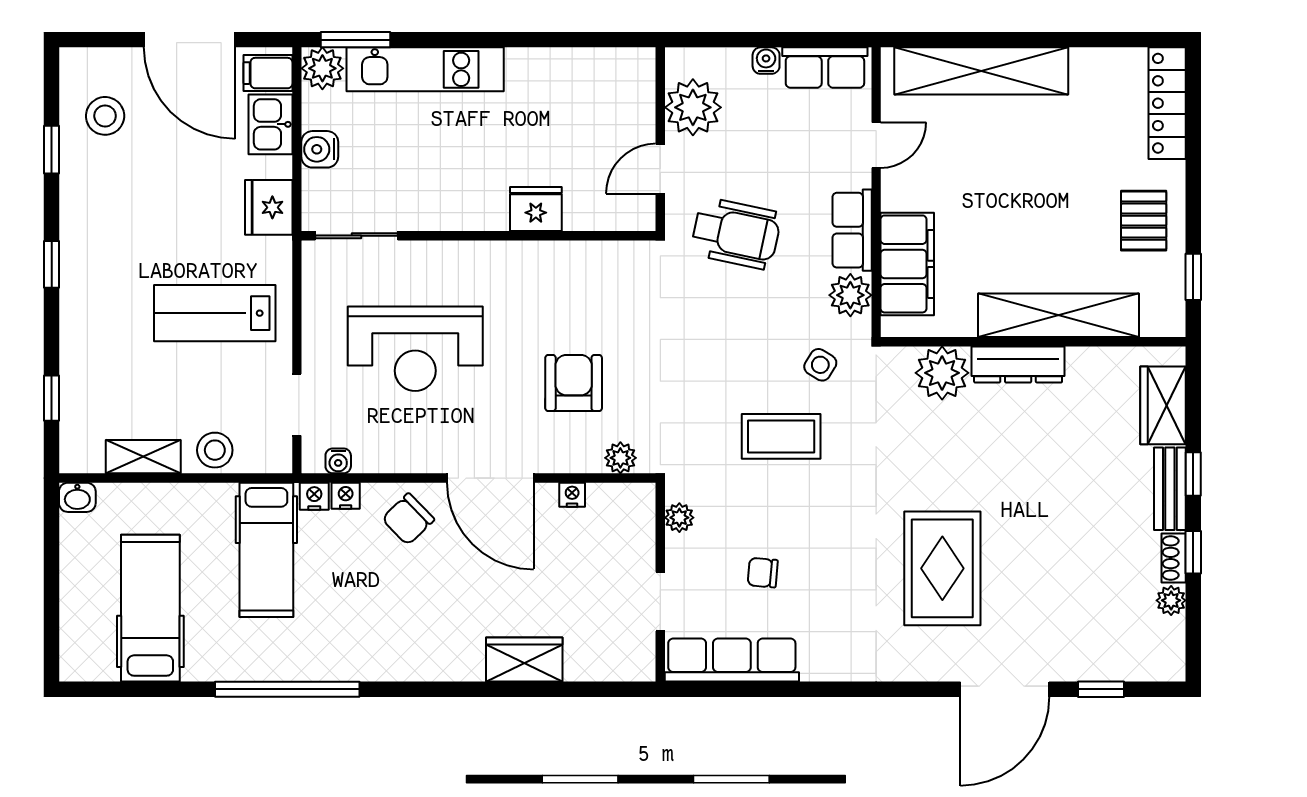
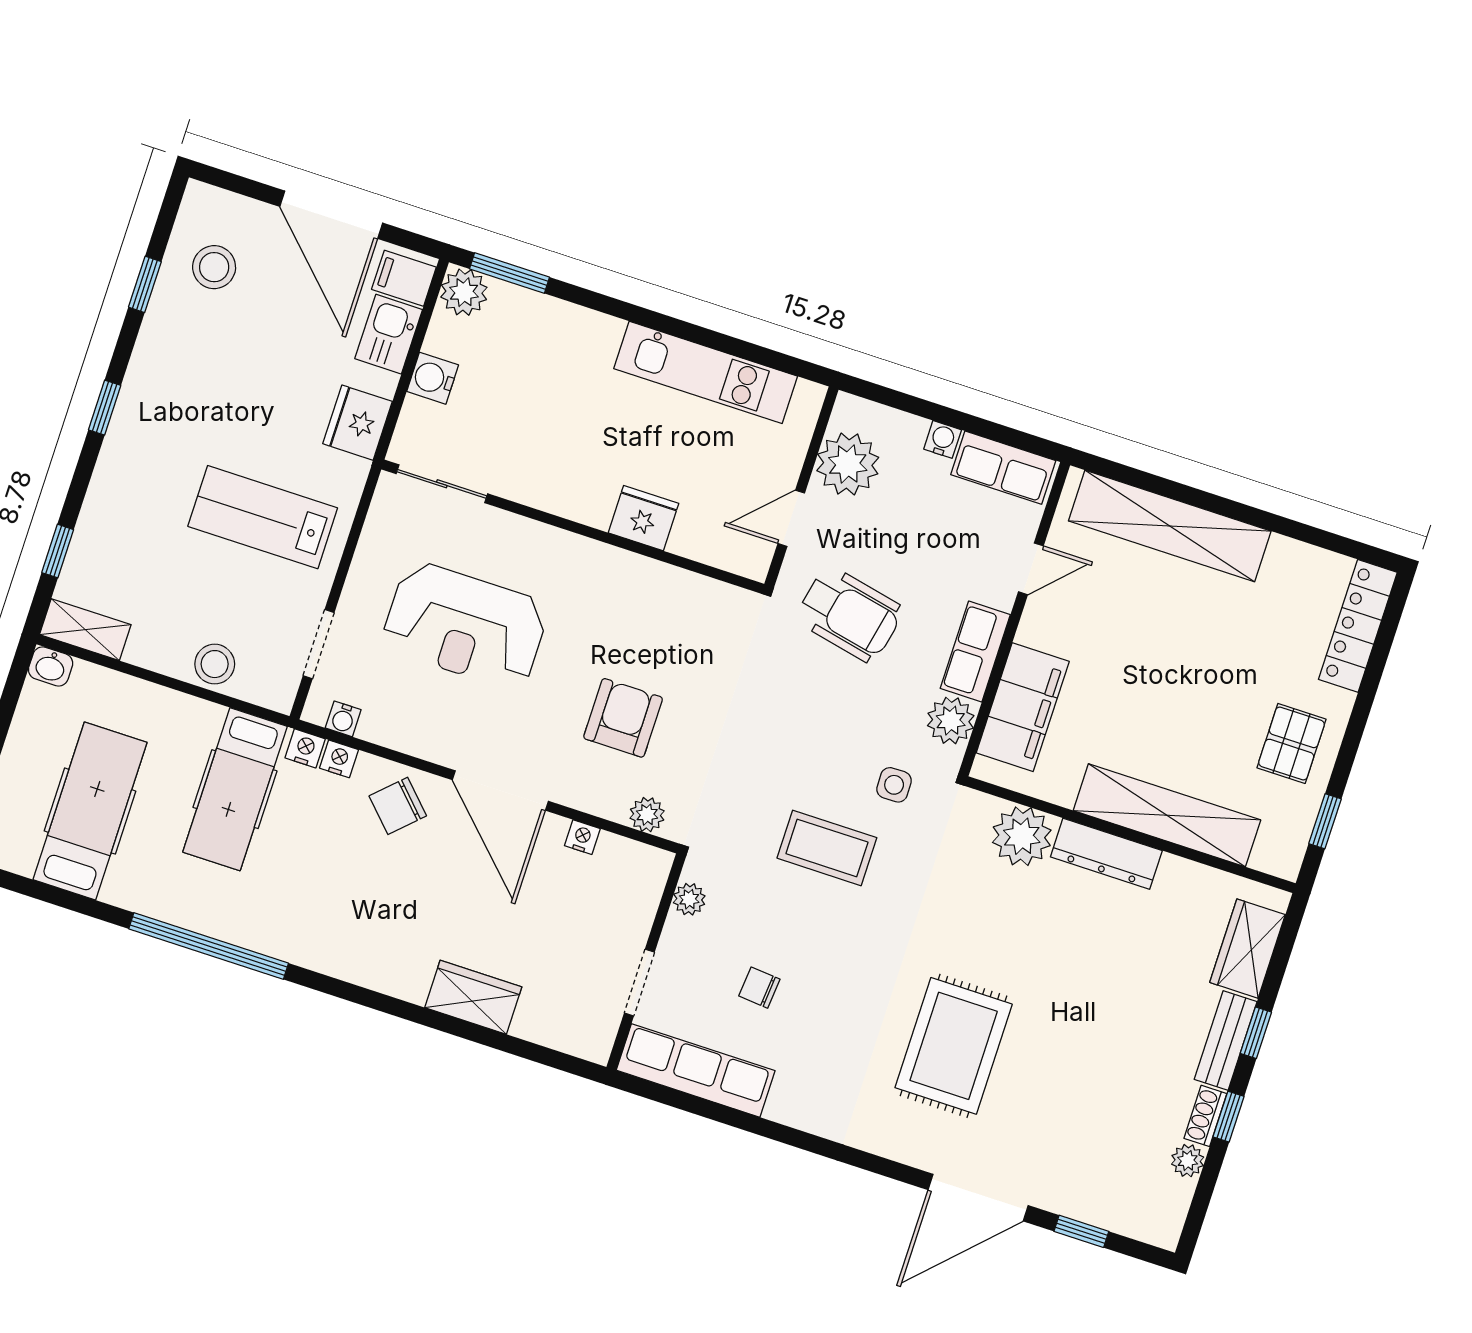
kitchen unit: (425, 69) -> (706, 372), moved
side table: (820, 365) -> (894, 785), turned -33
shelving: (143, 457) -> (85, 630), moved

